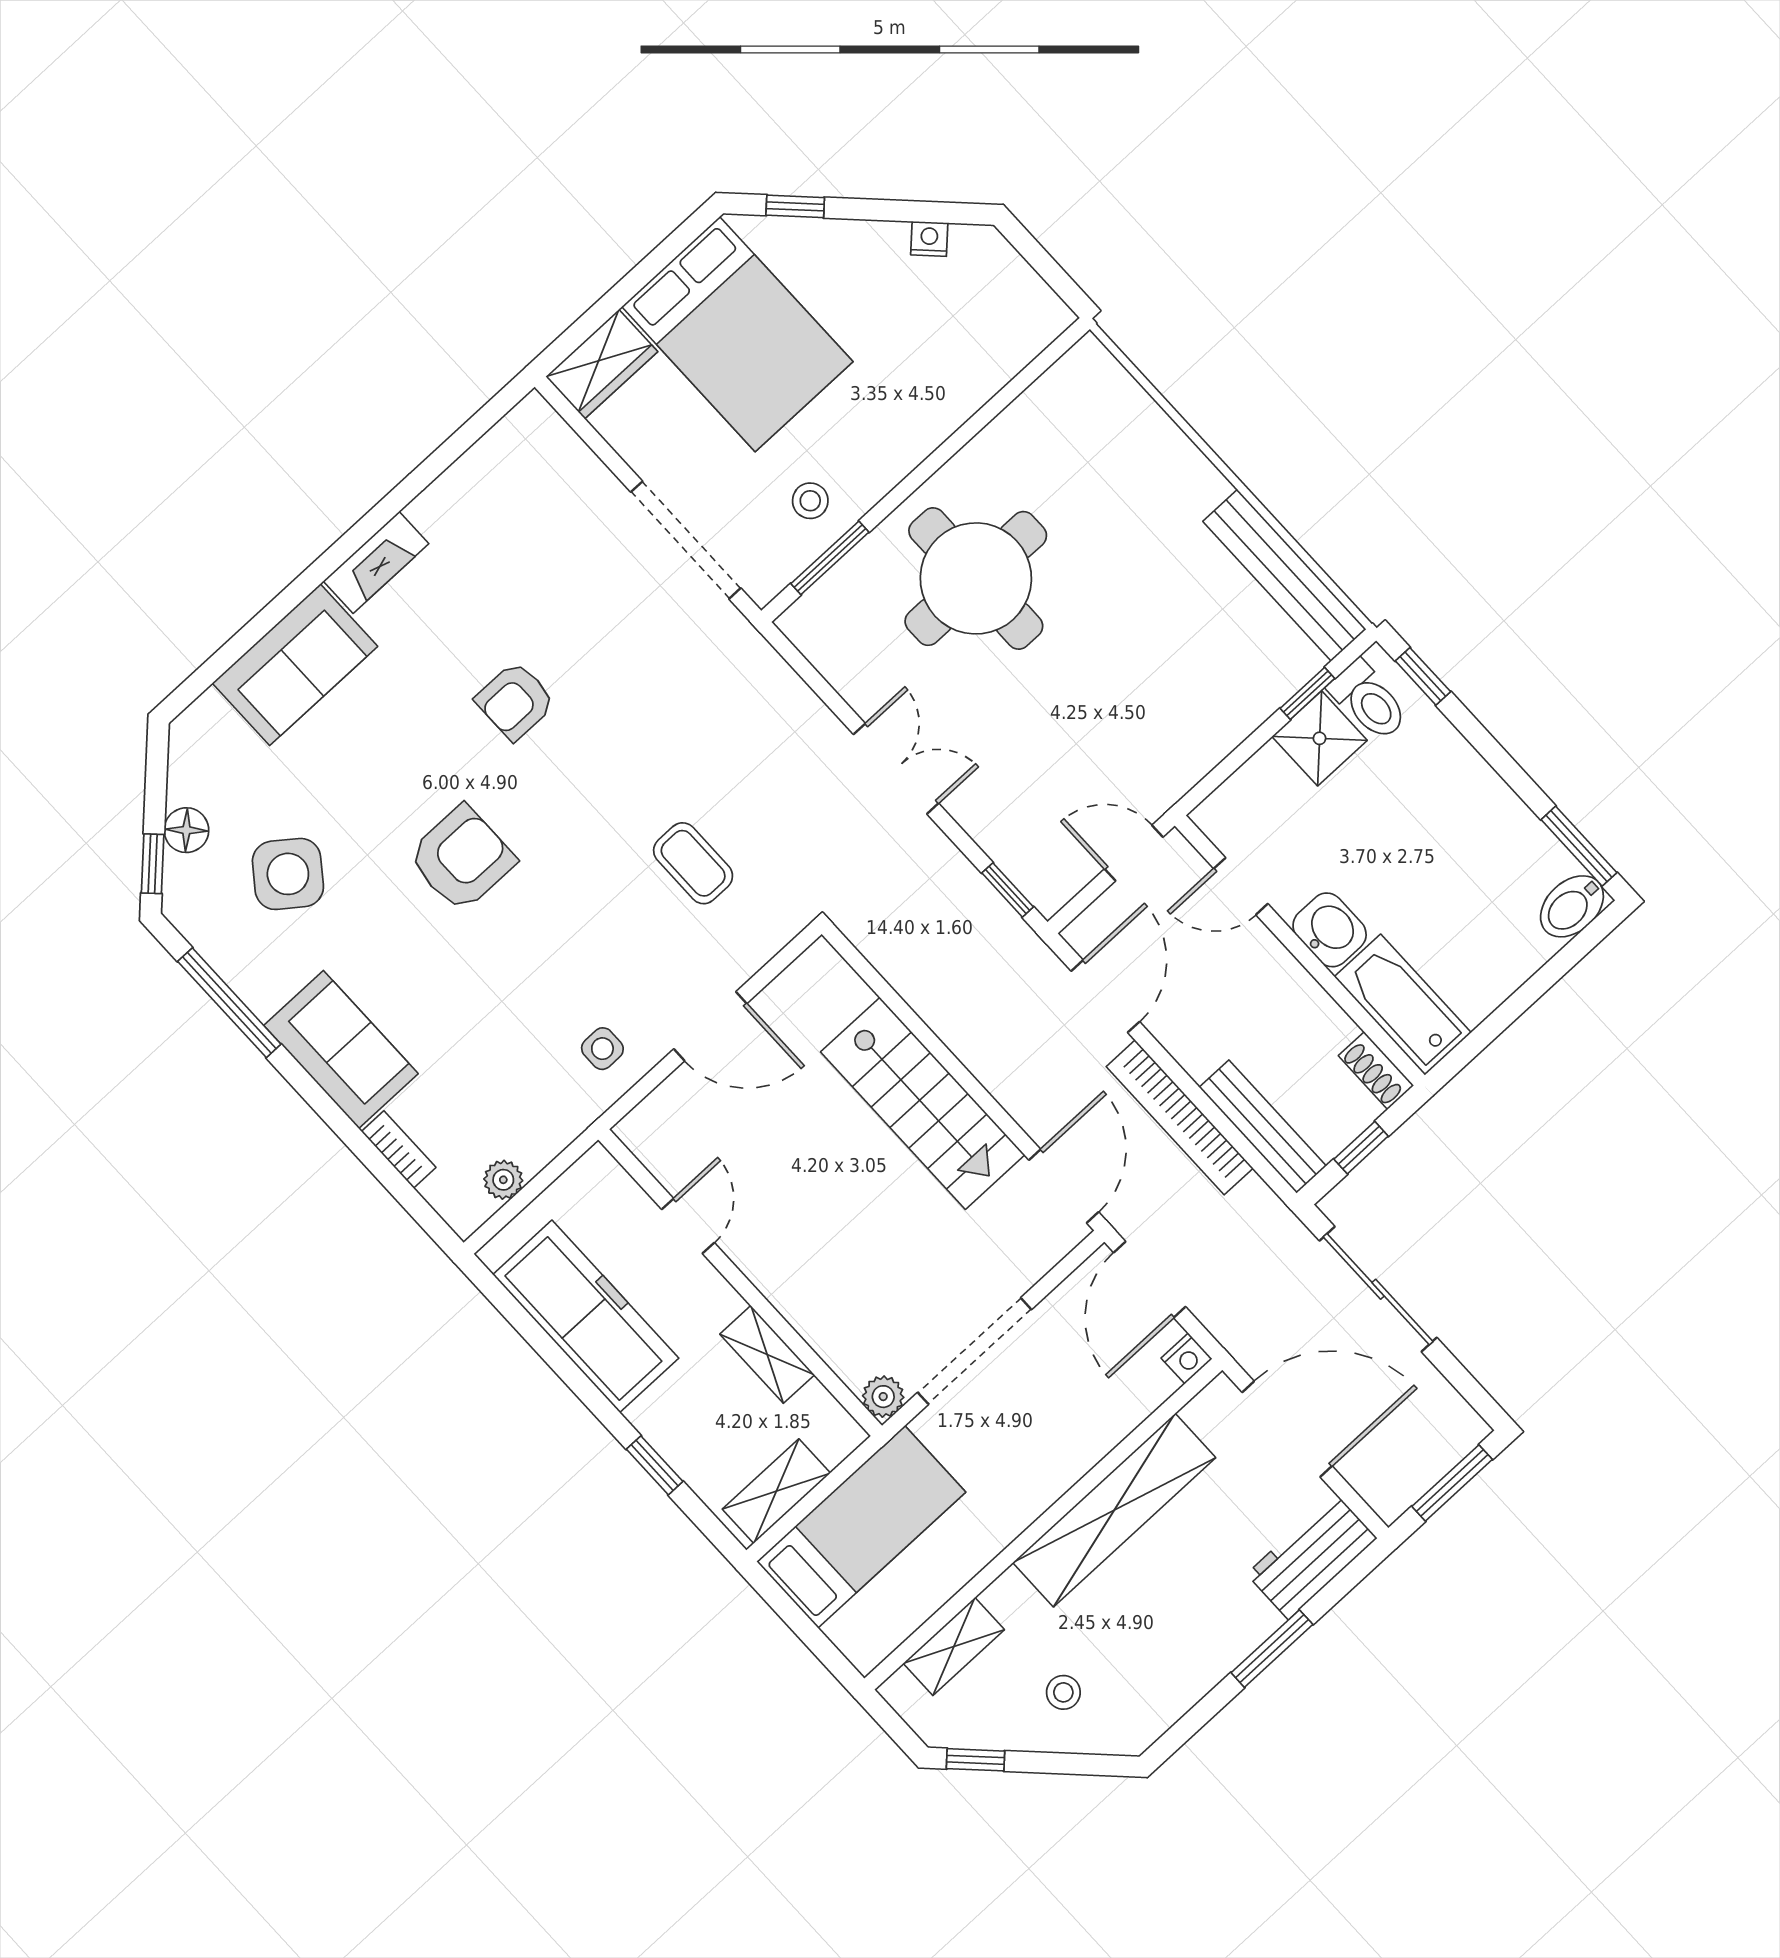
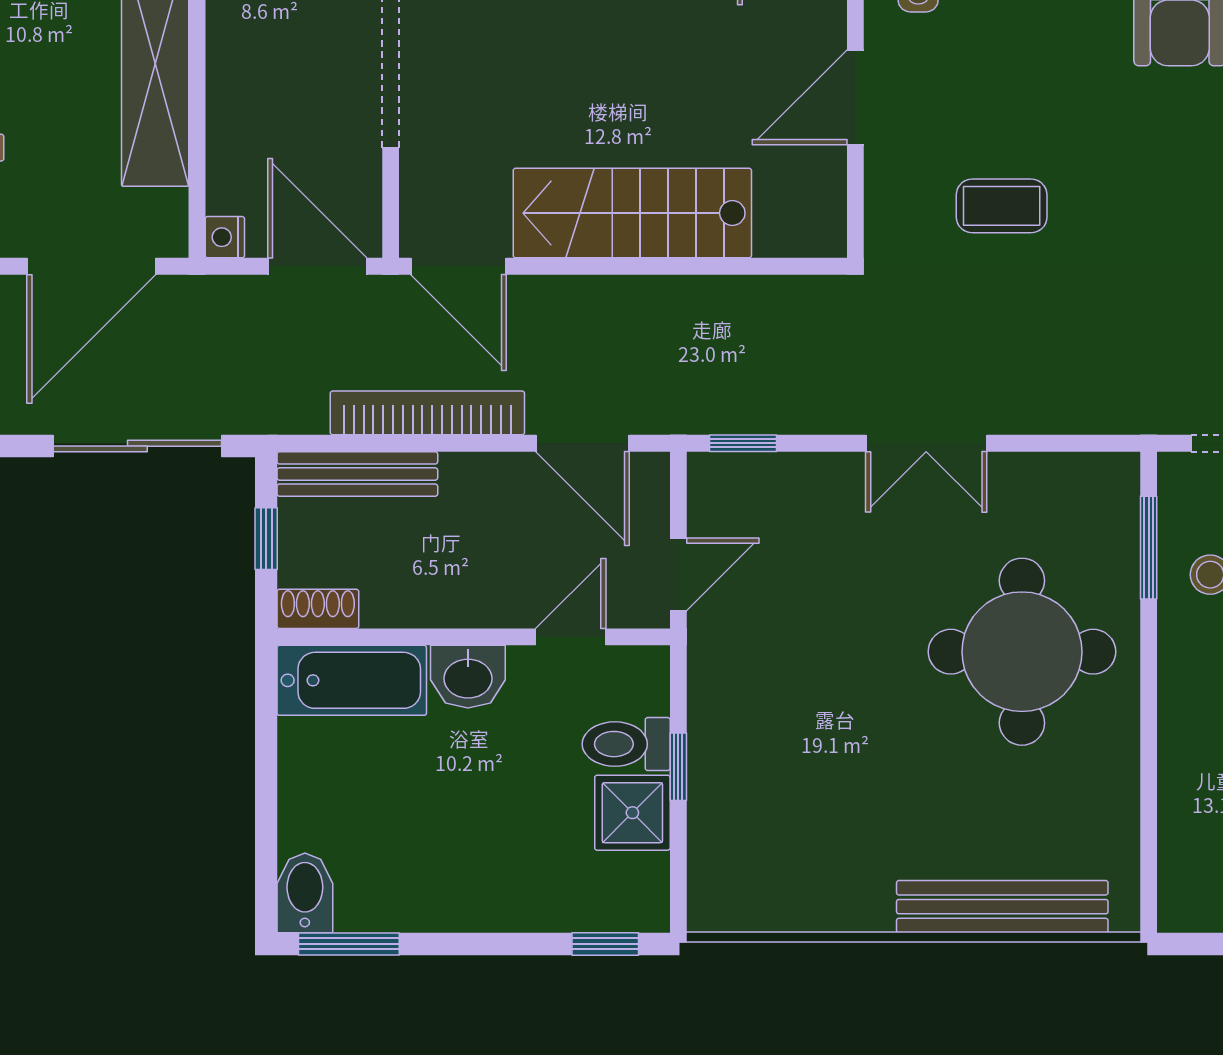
bench: (1284, 575) -> (1002, 907), moved
window: (1307, 693) -> (678, 767), moved
toilet: (1369, 701) -> (626, 744), moved

